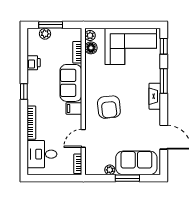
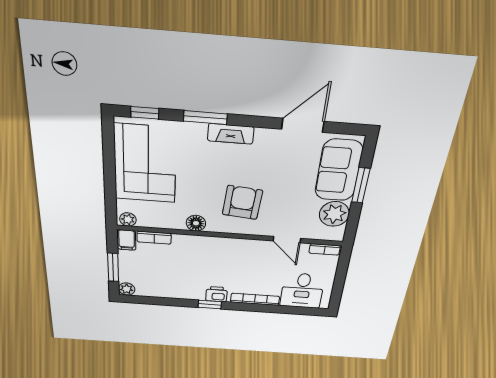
plant: (45, 34) -> (127, 289), moved
floor lamp: (91, 48) -> (196, 223), moved
printer: (34, 63) -> (216, 294), moved
sofa: (71, 83) -> (201, 249), removed
armchair: (109, 107) -> (242, 202), turned -79
filing cabinet: (74, 108) -> (127, 240), moved
plant: (110, 170) -> (334, 214), width x1.88, depth x1.88

